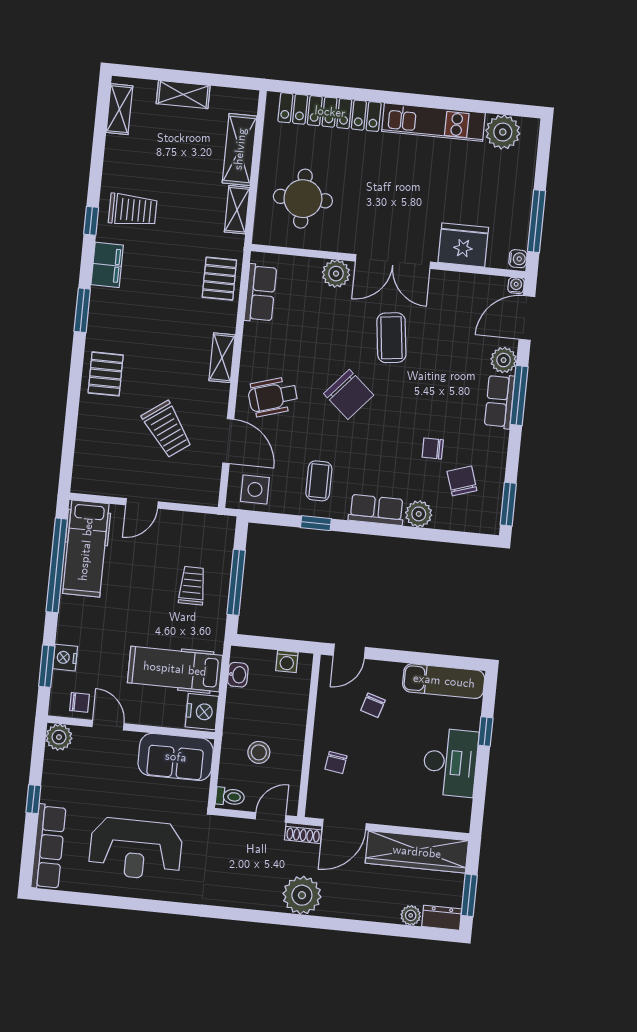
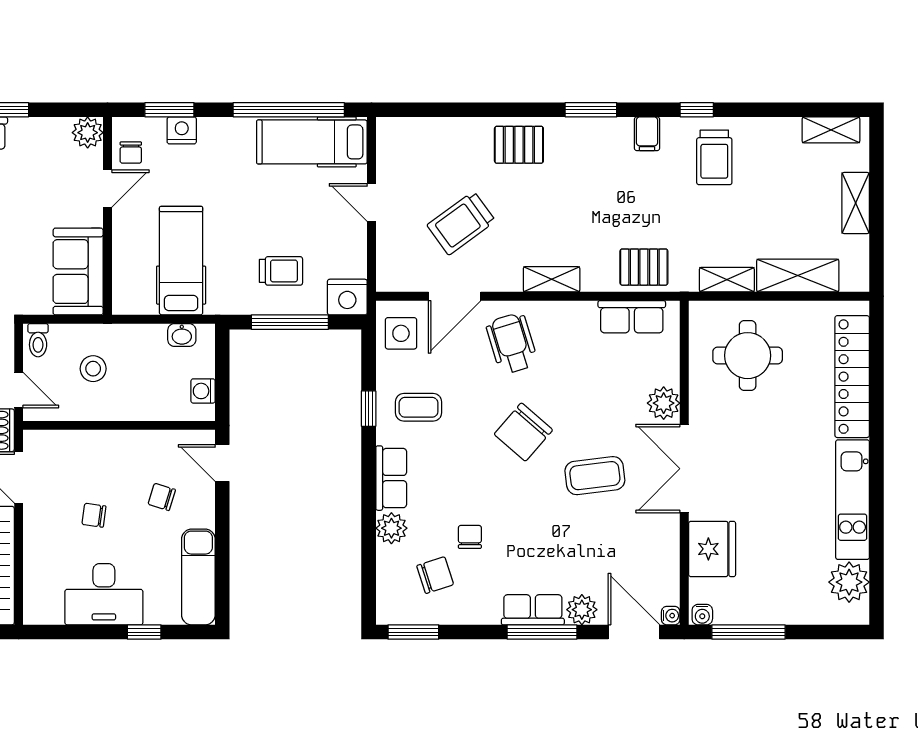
filing cabinet: (107, 265) -> (647, 134), width x0.50
nightstand: (202, 712) -> (347, 297), moved
chair: (336, 763) -> (94, 515), moved

